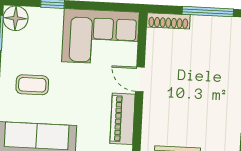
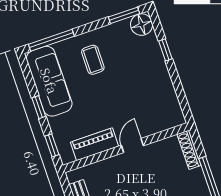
corner sofa: (100, 37) -> (154, 100), removed

